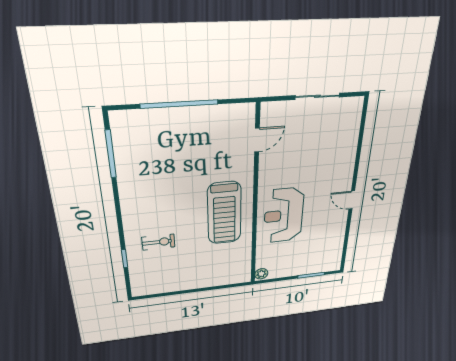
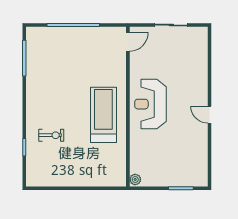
door: (257, 140) -> (128, 42), moved
treadmill: (224, 213) -> (103, 115), turned 180
reception desk: (284, 216) -> (151, 104), moved

